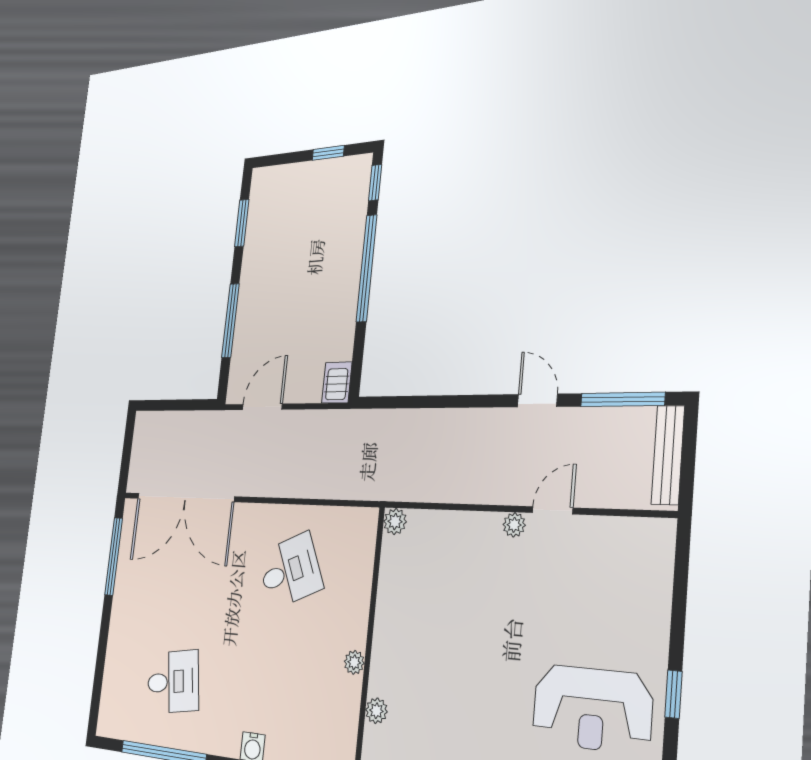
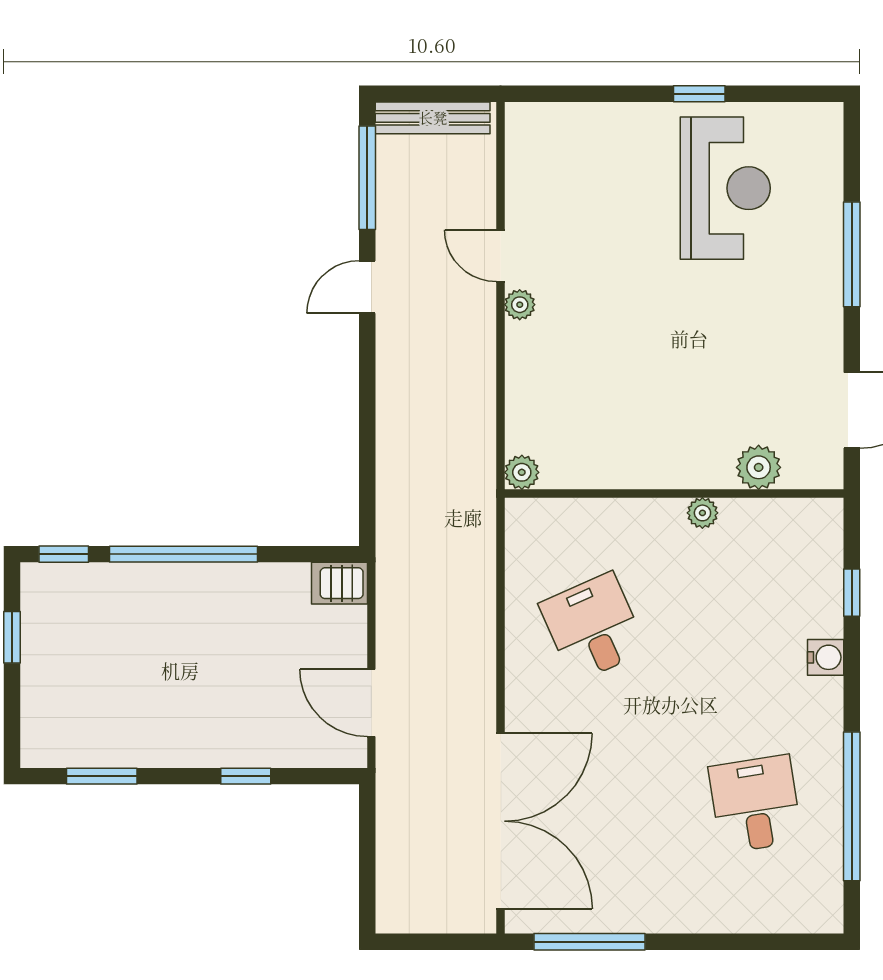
window: (230, 321) -> (246, 776), width x0.46
plant: (376, 711) -> (759, 467), width x1.38, depth x1.38

